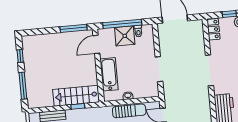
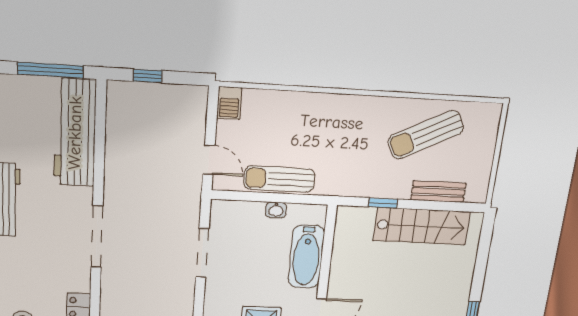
window: (23, 86) -> (482, 258), removed
stairs: (76, 96) -> (421, 226), moved

